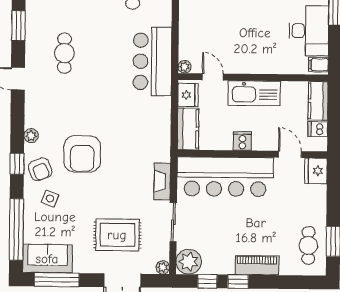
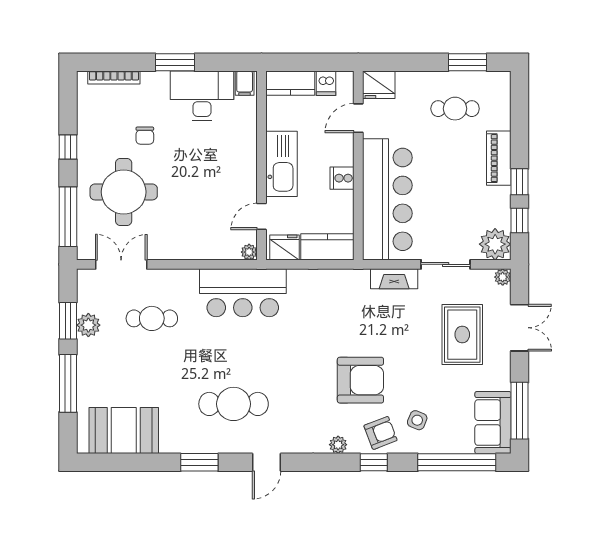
cafe table: (64, 53) -> (234, 404), width x1.37, depth x1.35
cafe table: (308, 245) -> (455, 109), moved

